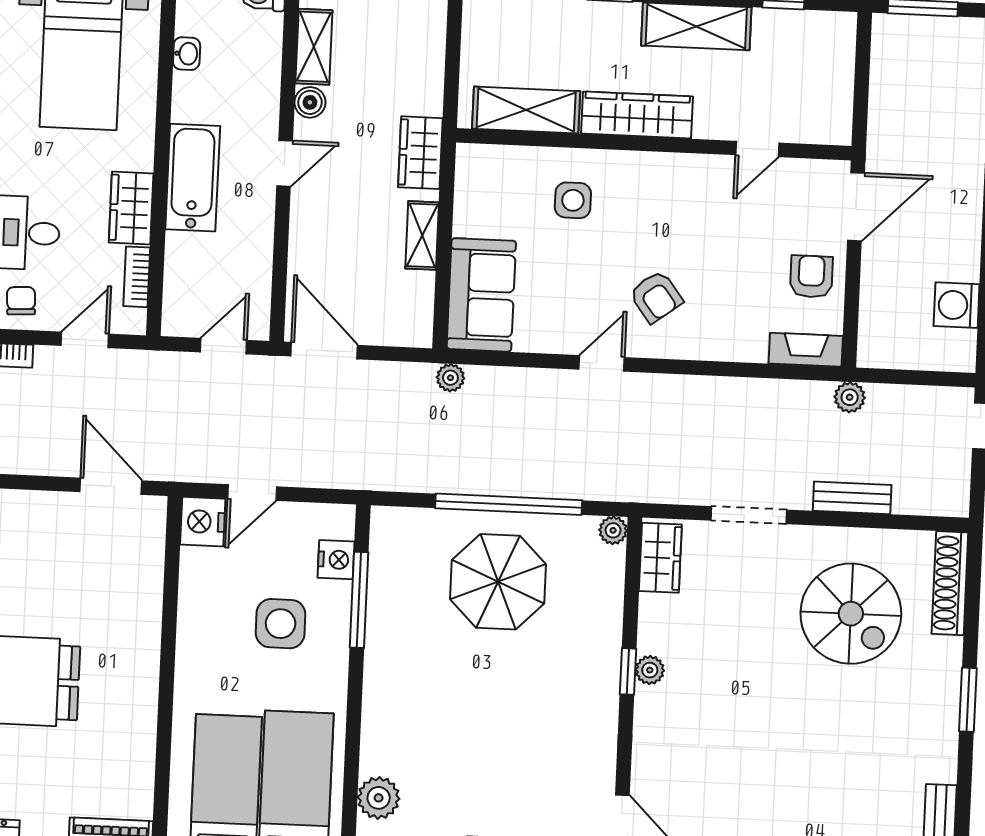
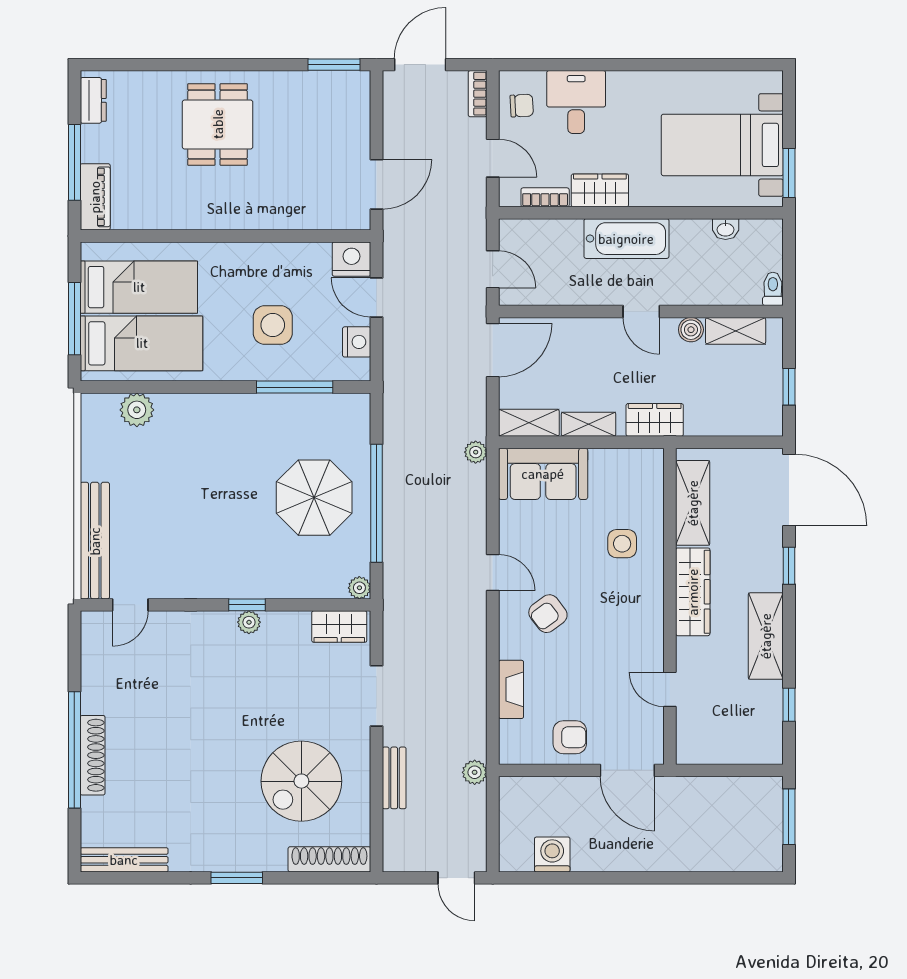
shelving: (417, 310) -> (529, 423), added
fireplace: (806, 350) -> (511, 689), moved
nightstand: (336, 560) -> (357, 342), moved, turned -90

